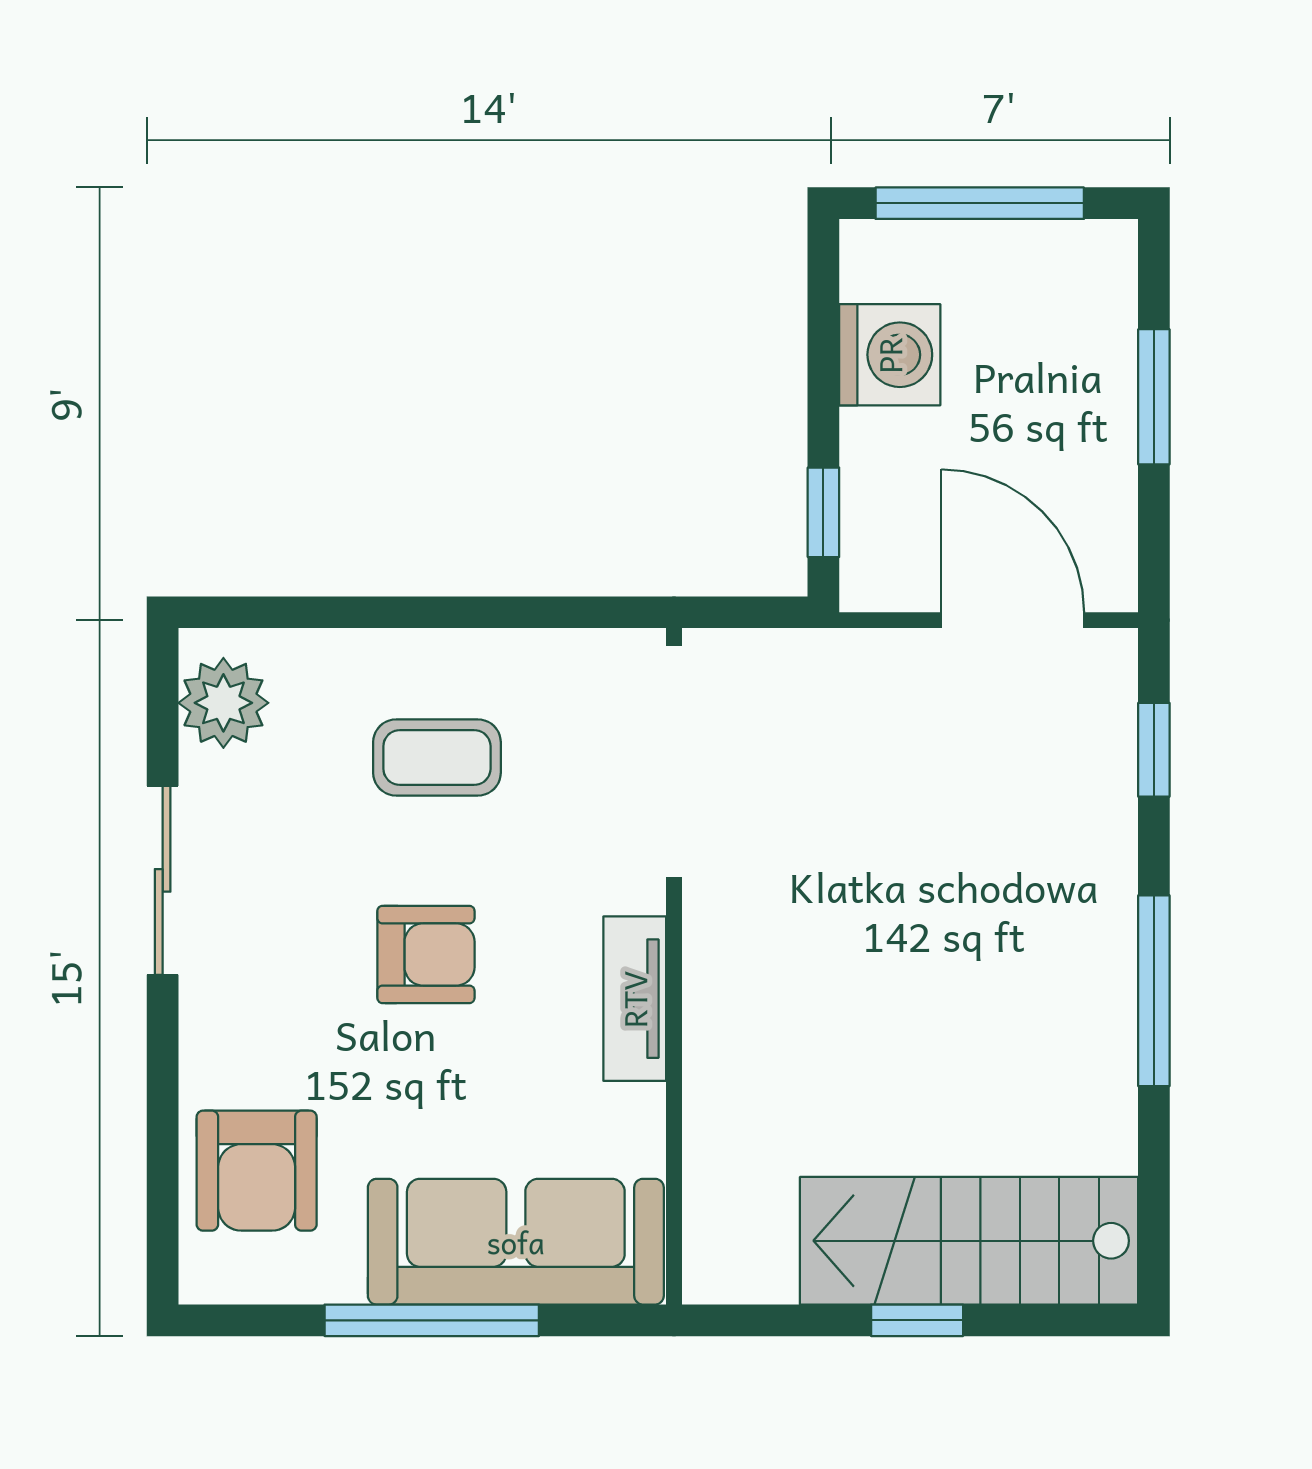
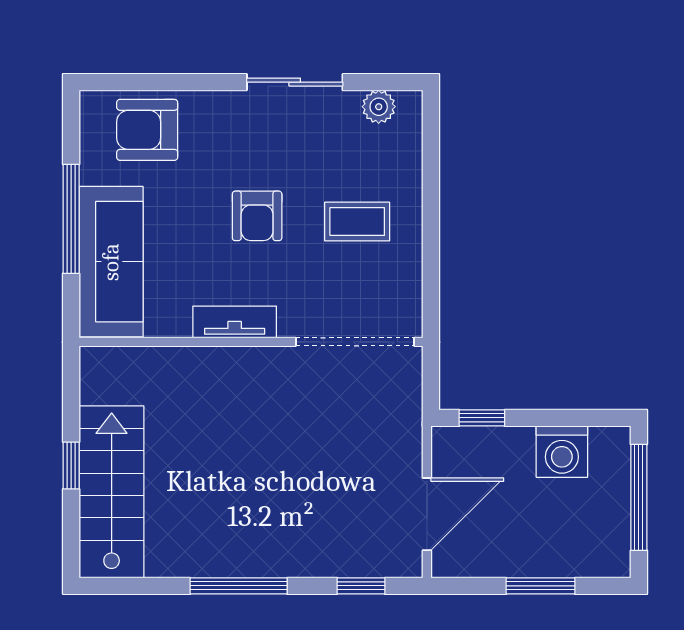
plant: (223, 703) -> (379, 107), width x0.73, depth x0.73
coffee table: (437, 757) -> (357, 222), turned 90

